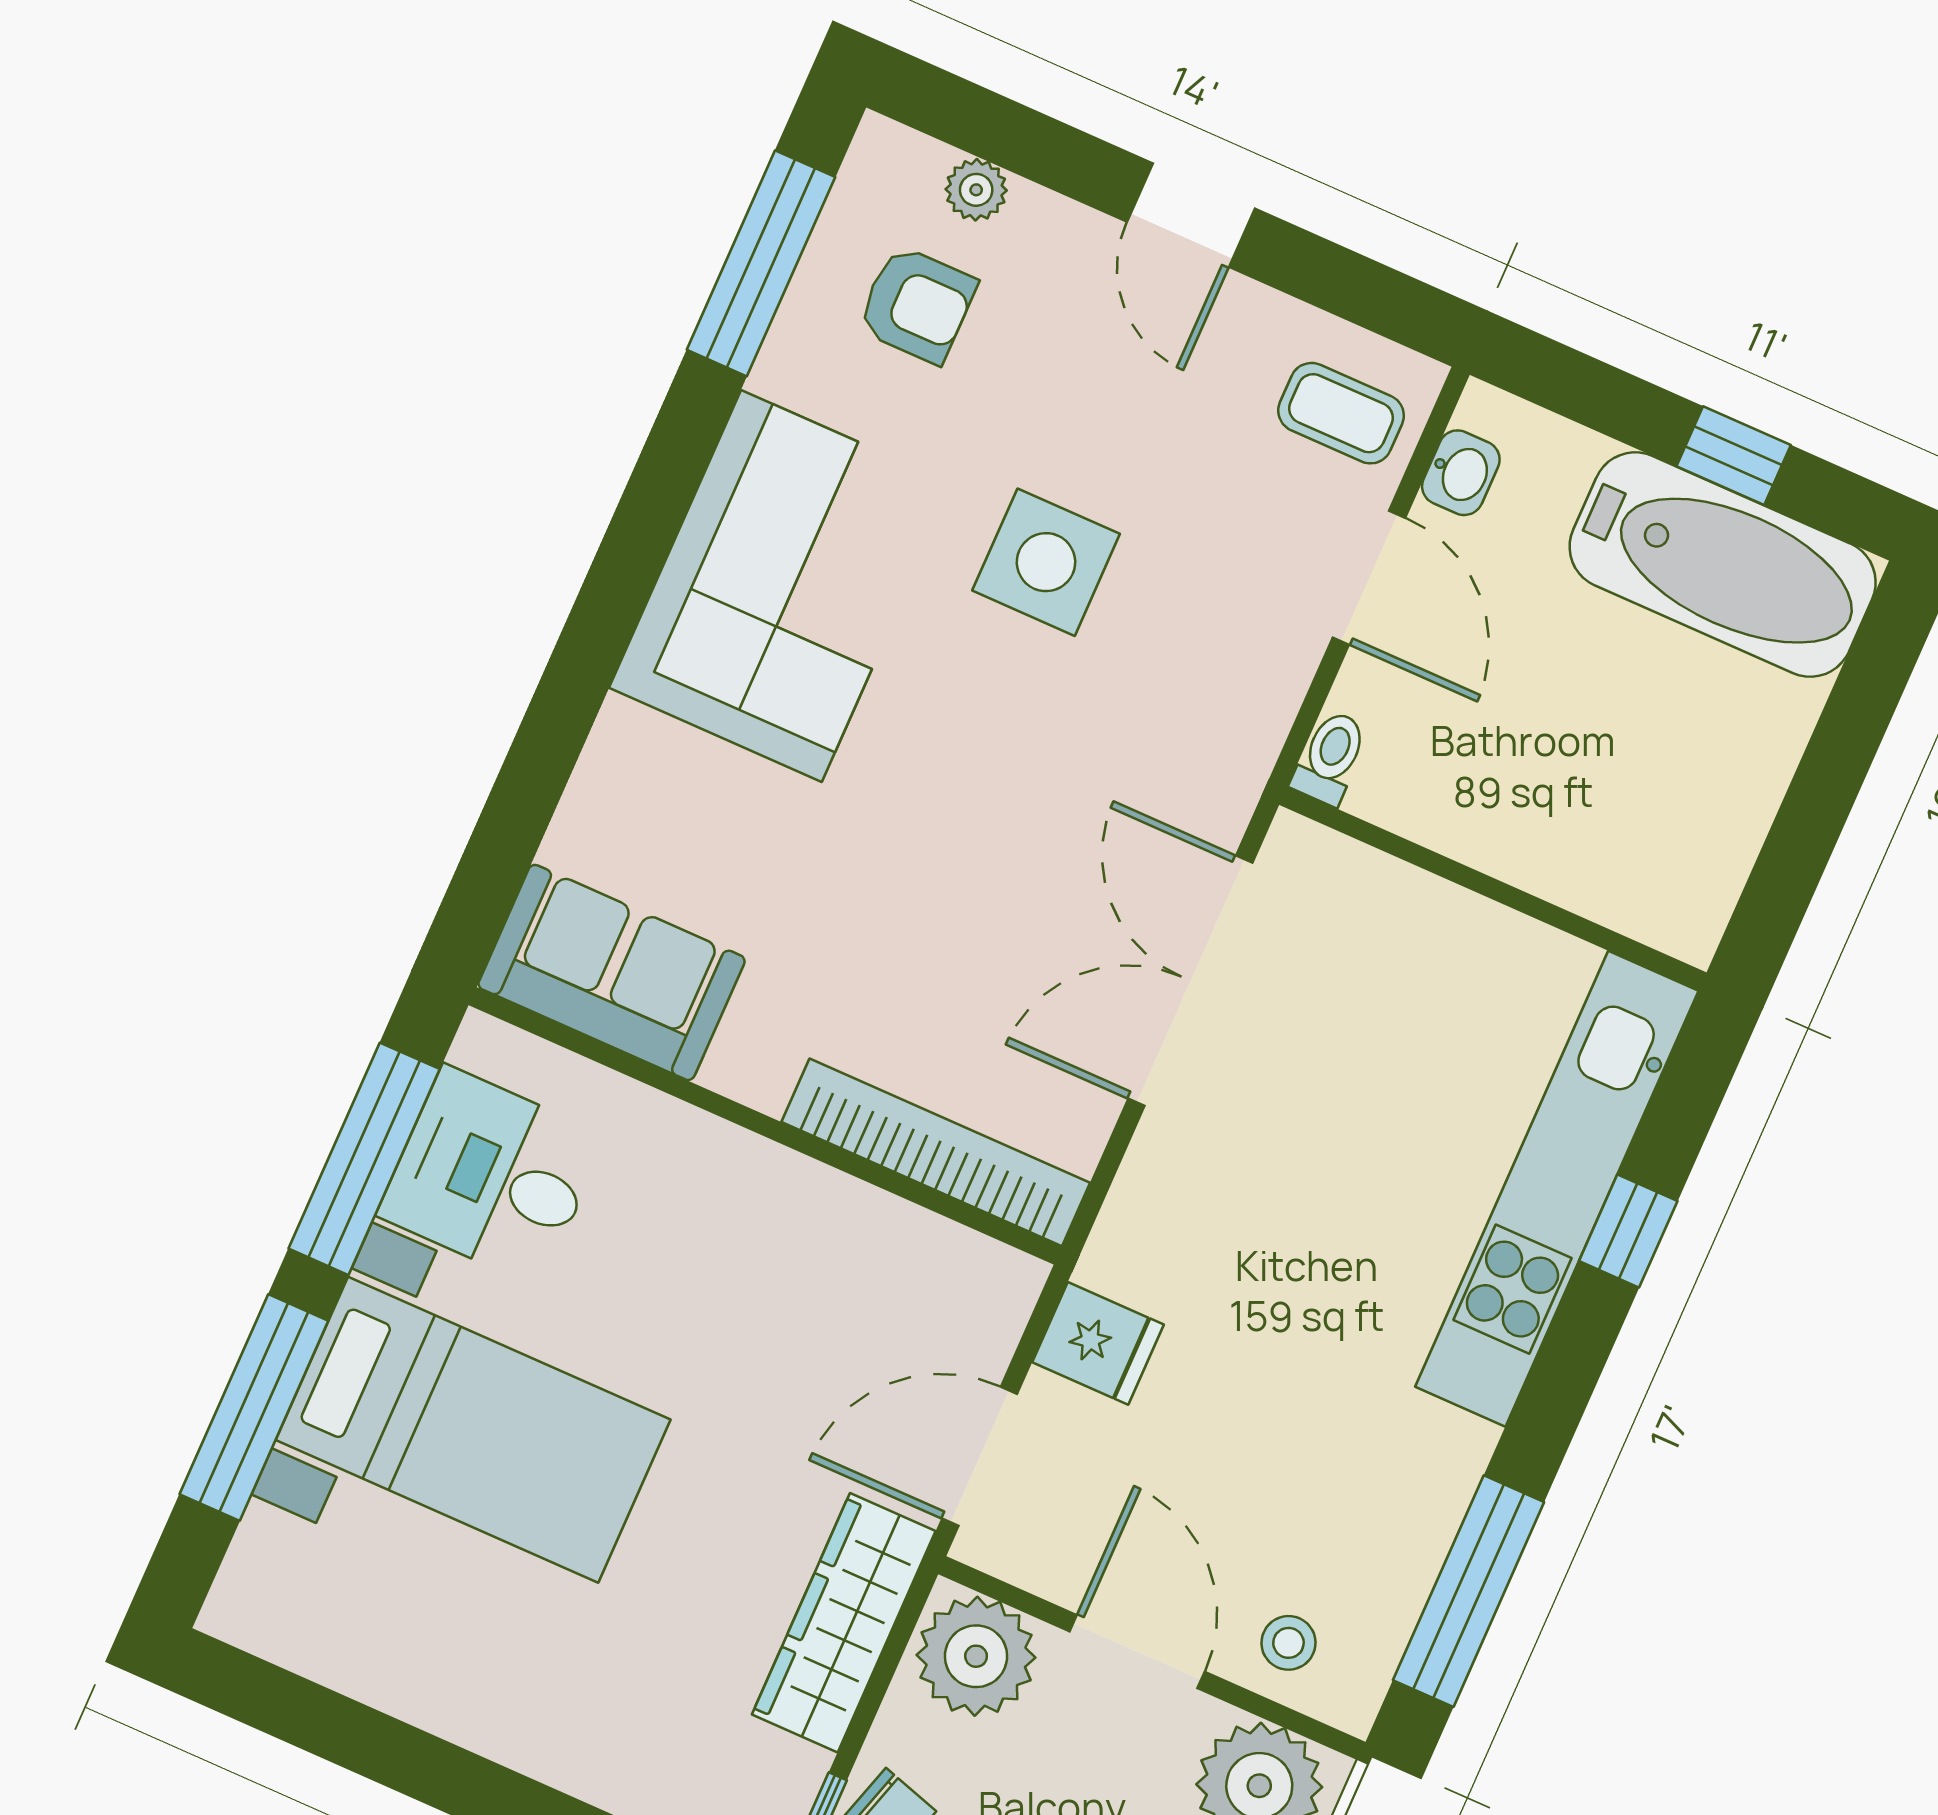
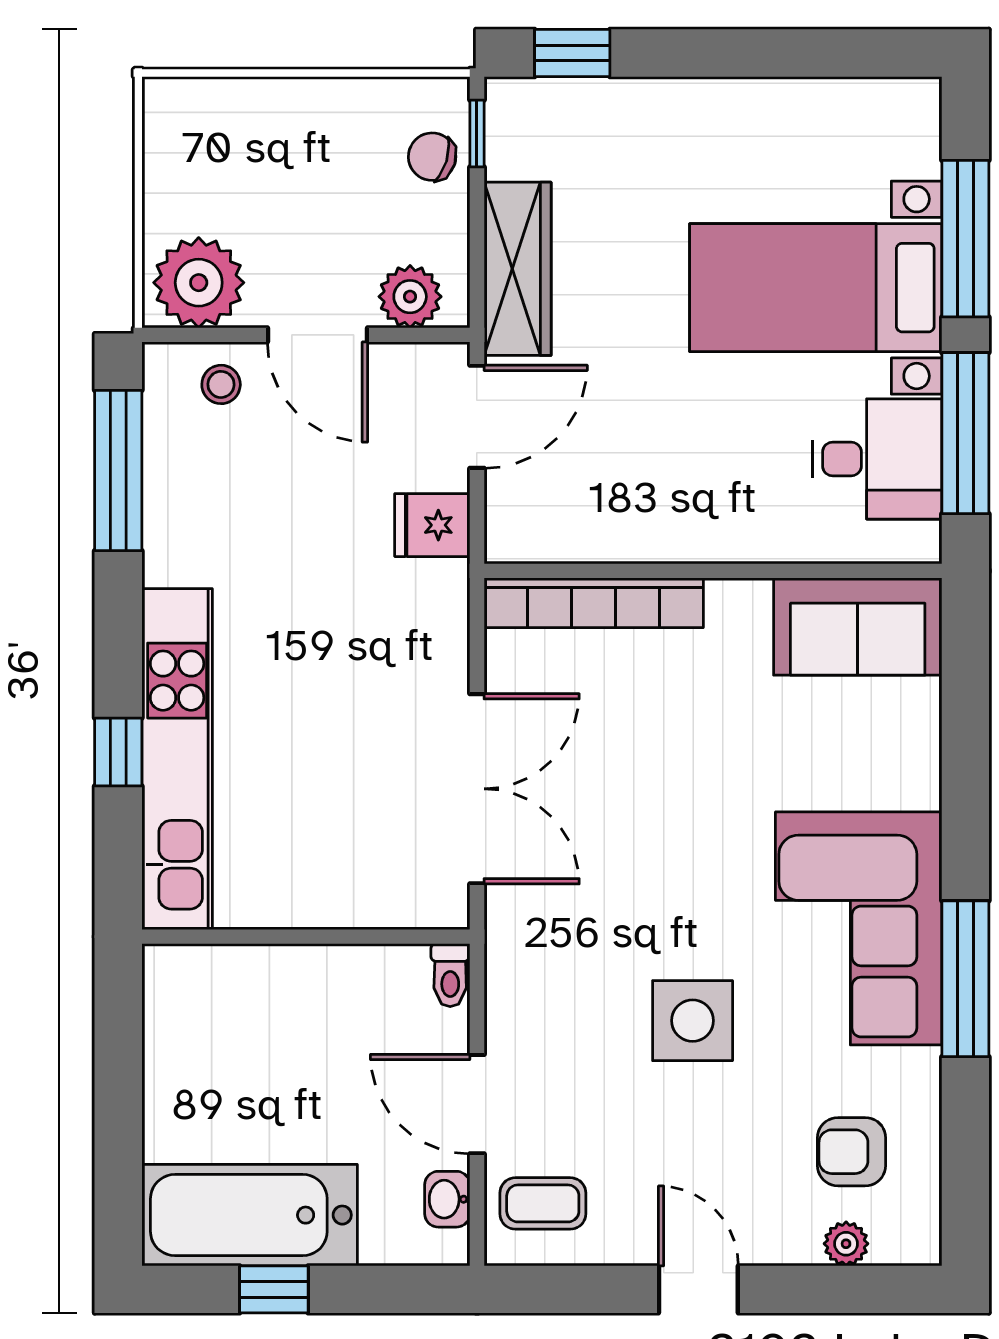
window: (761, 263) -> (965, 979), moved
plant: (976, 1656) -> (410, 297), width x0.73, depth x0.73

